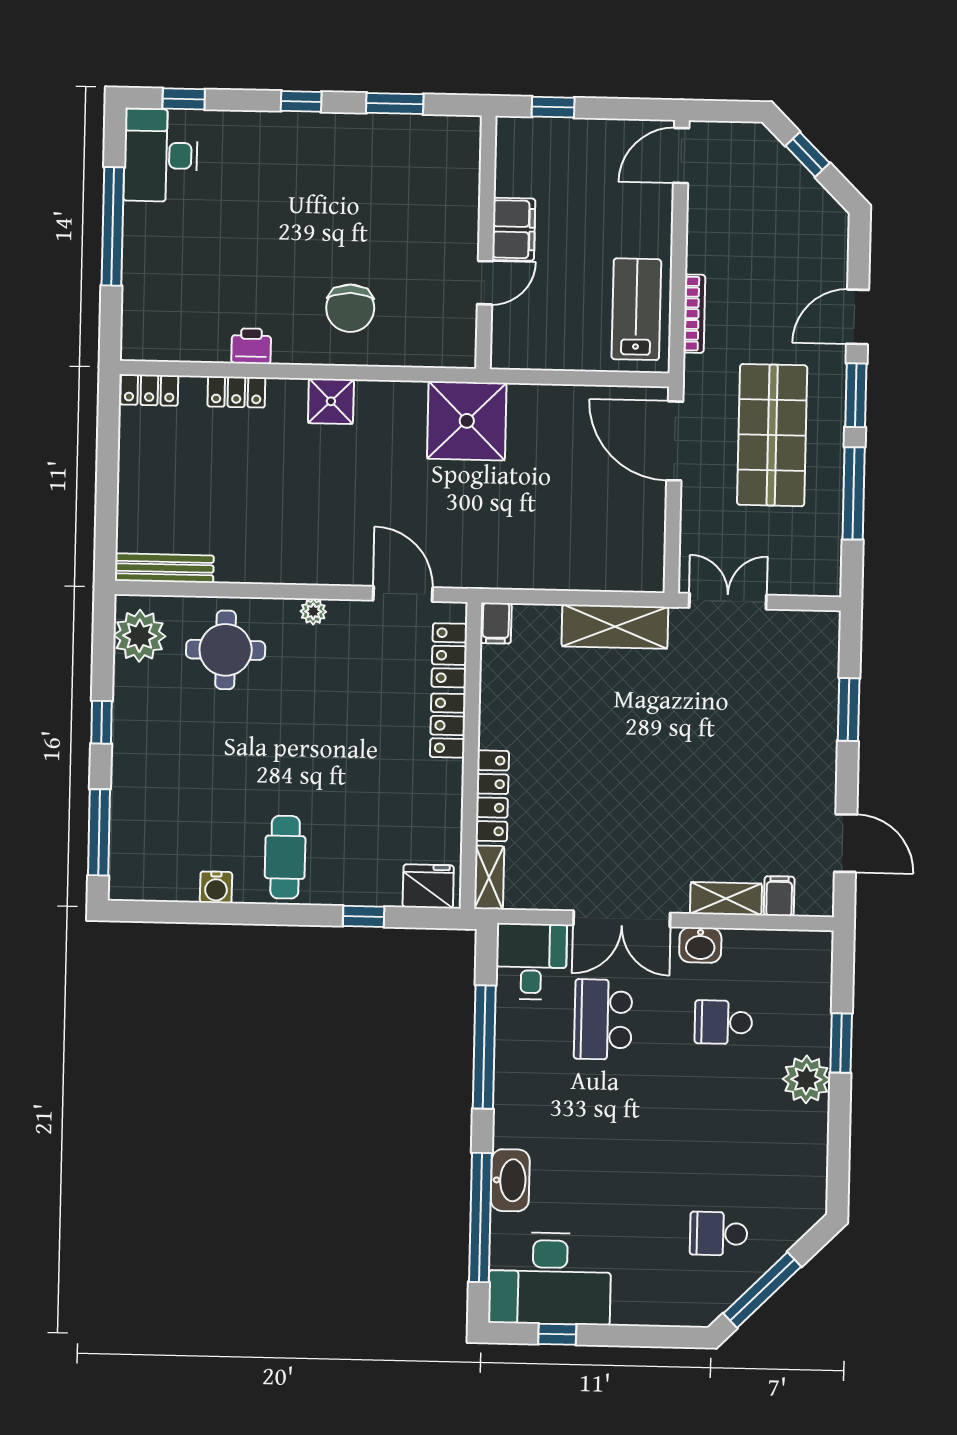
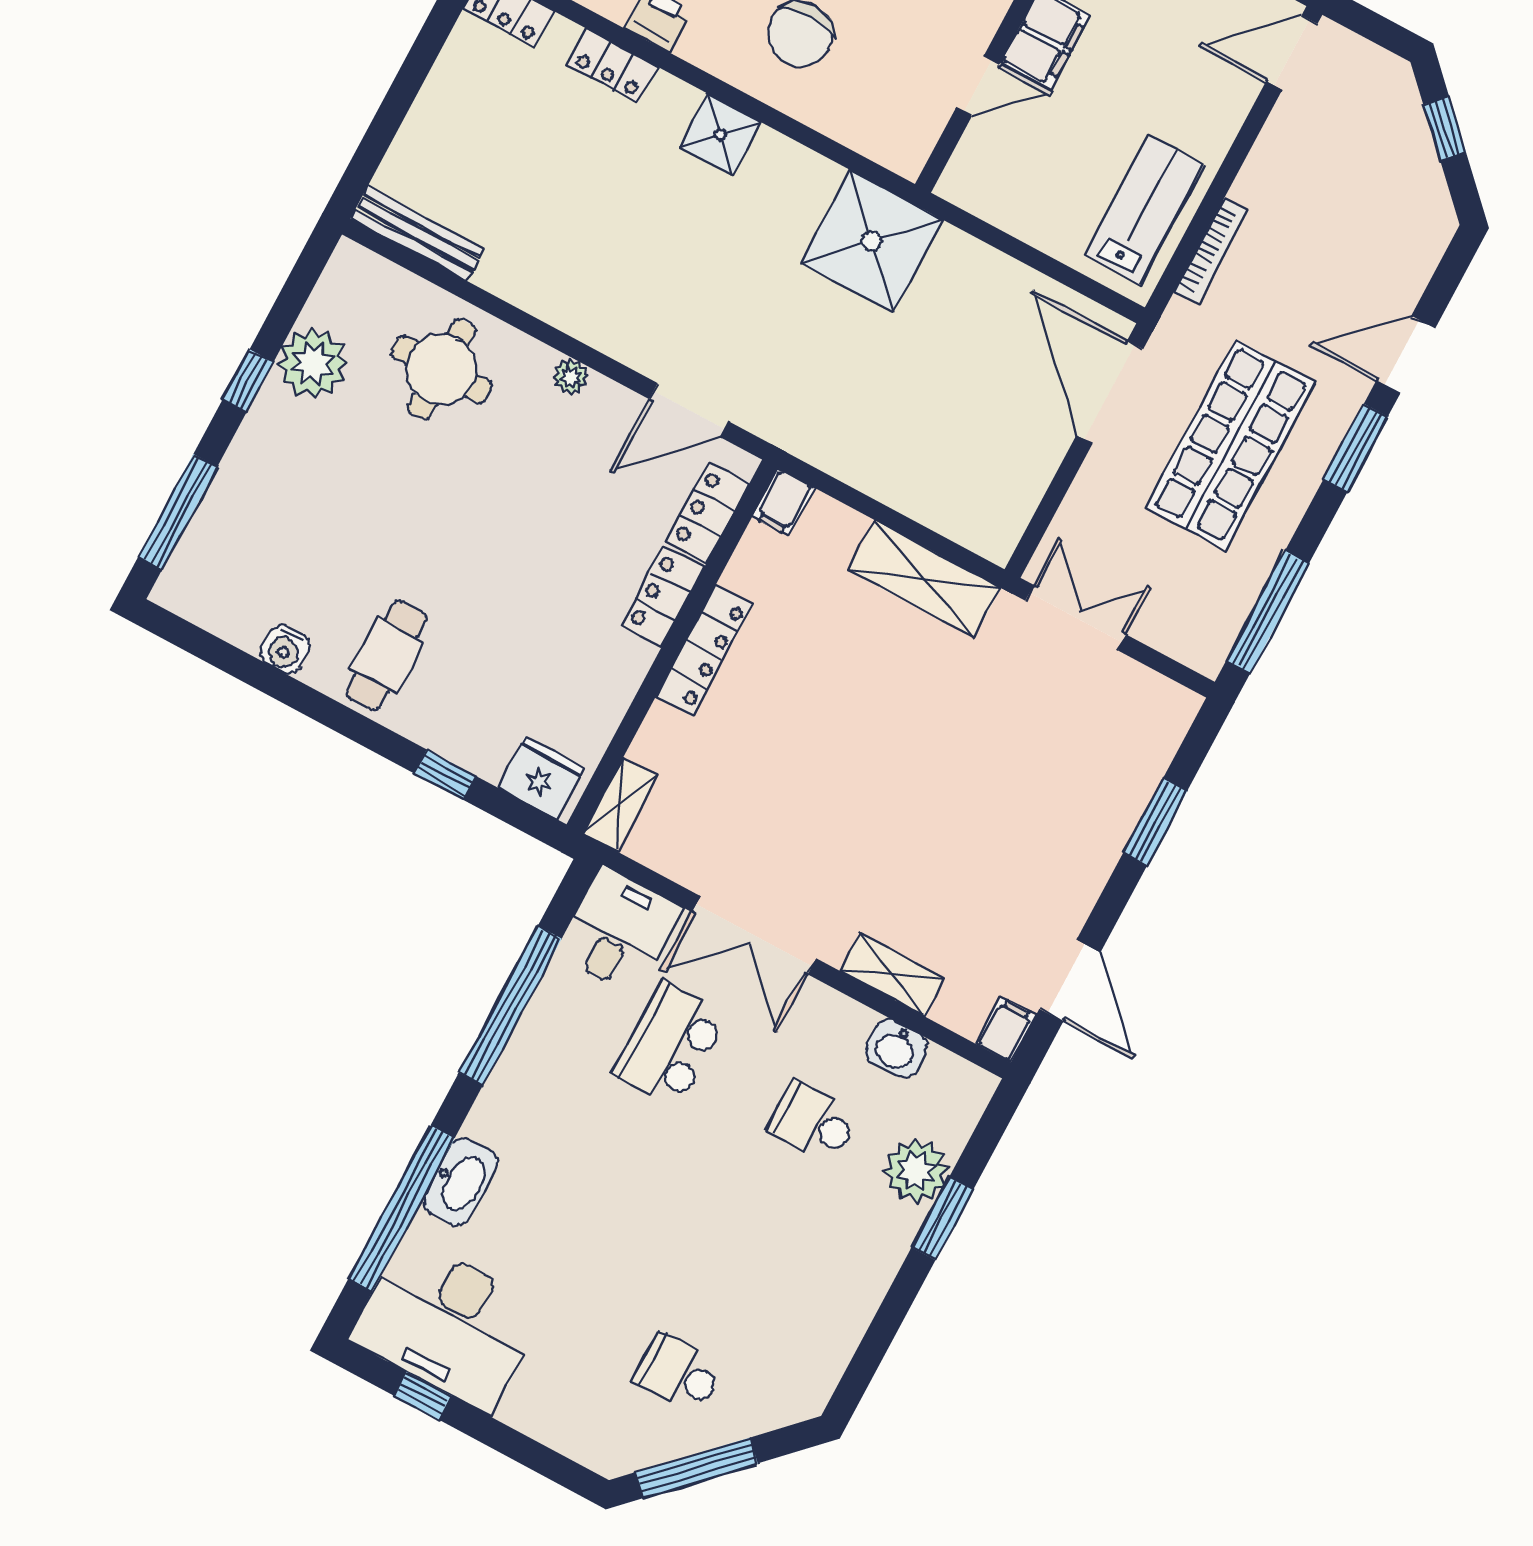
window: (854, 493) -> (1268, 612), moved
door: (403, 594) -> (689, 410), swing flipped
plant: (140, 636) -> (313, 363), moved
locker: (492, 796) -> (704, 651), moved
filing cabinet: (779, 896) -> (1006, 1030), moved
washbasin: (700, 945) -> (896, 1049), moved
plant: (806, 1079) -> (916, 1171), moved

